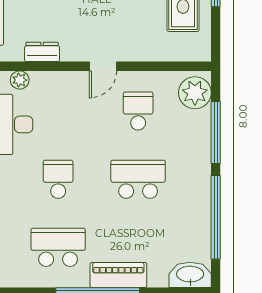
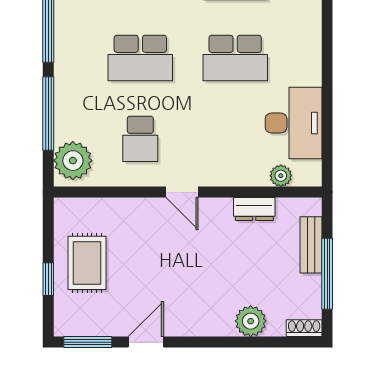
door: (103, 66) -> (182, 192), swing flipped
school desk: (58, 179) -> (235, 58), width x1.85

